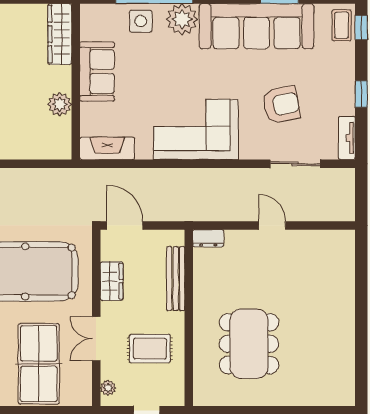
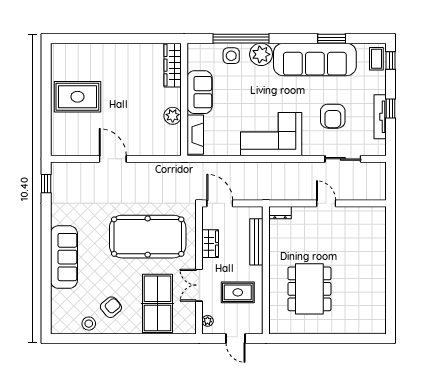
armchair: (281, 105) -> (333, 116), turned 101
tv unit: (347, 138) -> (380, 117), moved, width x1.41
fireplace: (107, 148) -> (195, 135), moved, turned 90

